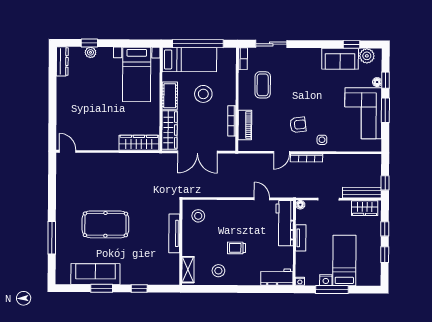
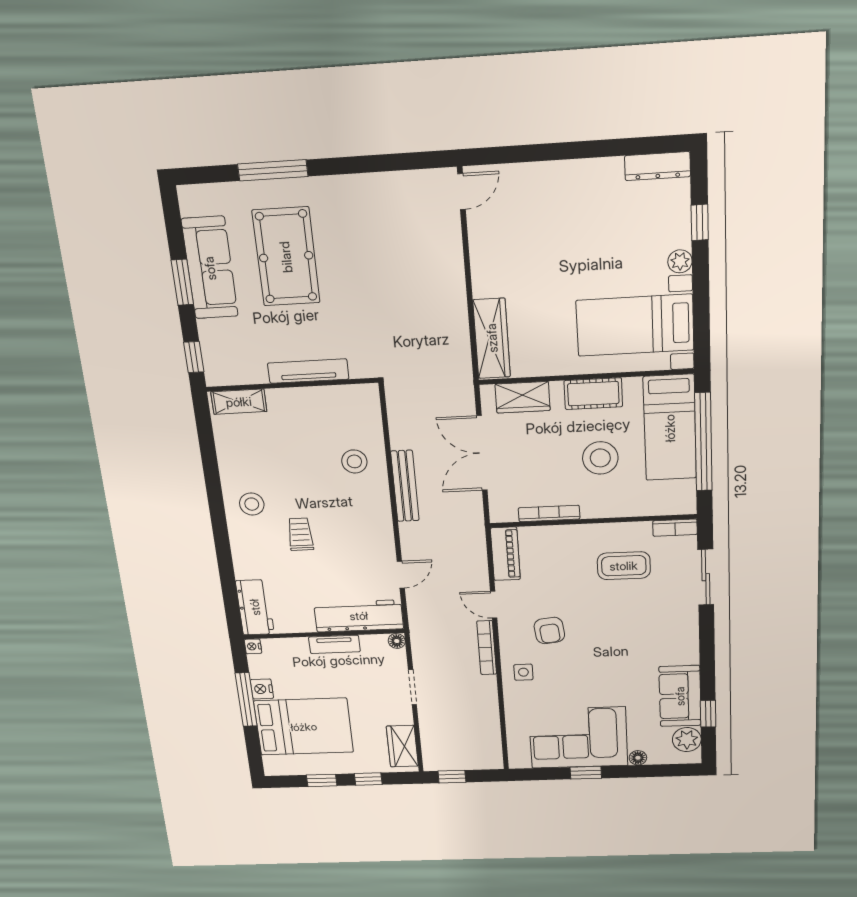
plant: (90, 52) -> (680, 261), moved
window: (386, 80) -> (642, 771), removed
window: (385, 110) -> (586, 773), width x0.67
piano: (245, 125) -> (505, 554), moved, turned -90
wardrobe: (170, 130) -> (523, 397), width x0.67
bench: (362, 193) -> (405, 486), moved
pool table: (105, 224) -> (286, 257), moved
tv unit: (174, 233) -> (308, 371), moved
wall: (181, 242) -> (292, 385), moved
bed: (344, 260) -> (304, 727), width x1.50
shelving: (188, 270) -> (239, 402), moved

